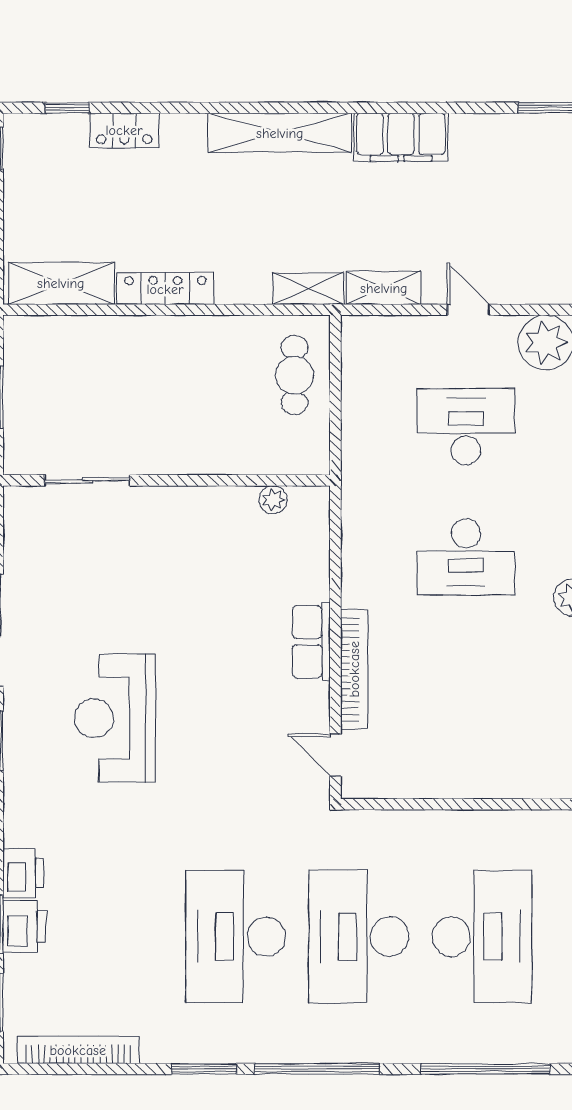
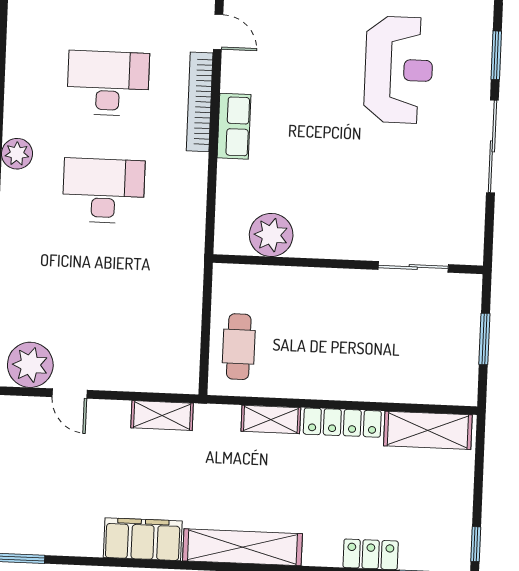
shelving: (308, 289) -> (271, 419), moved
door: (468, 310) -> (70, 394), moved
desk: (466, 427) -> (108, 83), moved, turned 180
plant: (273, 500) -> (271, 235), width x1.88, depth x1.88

